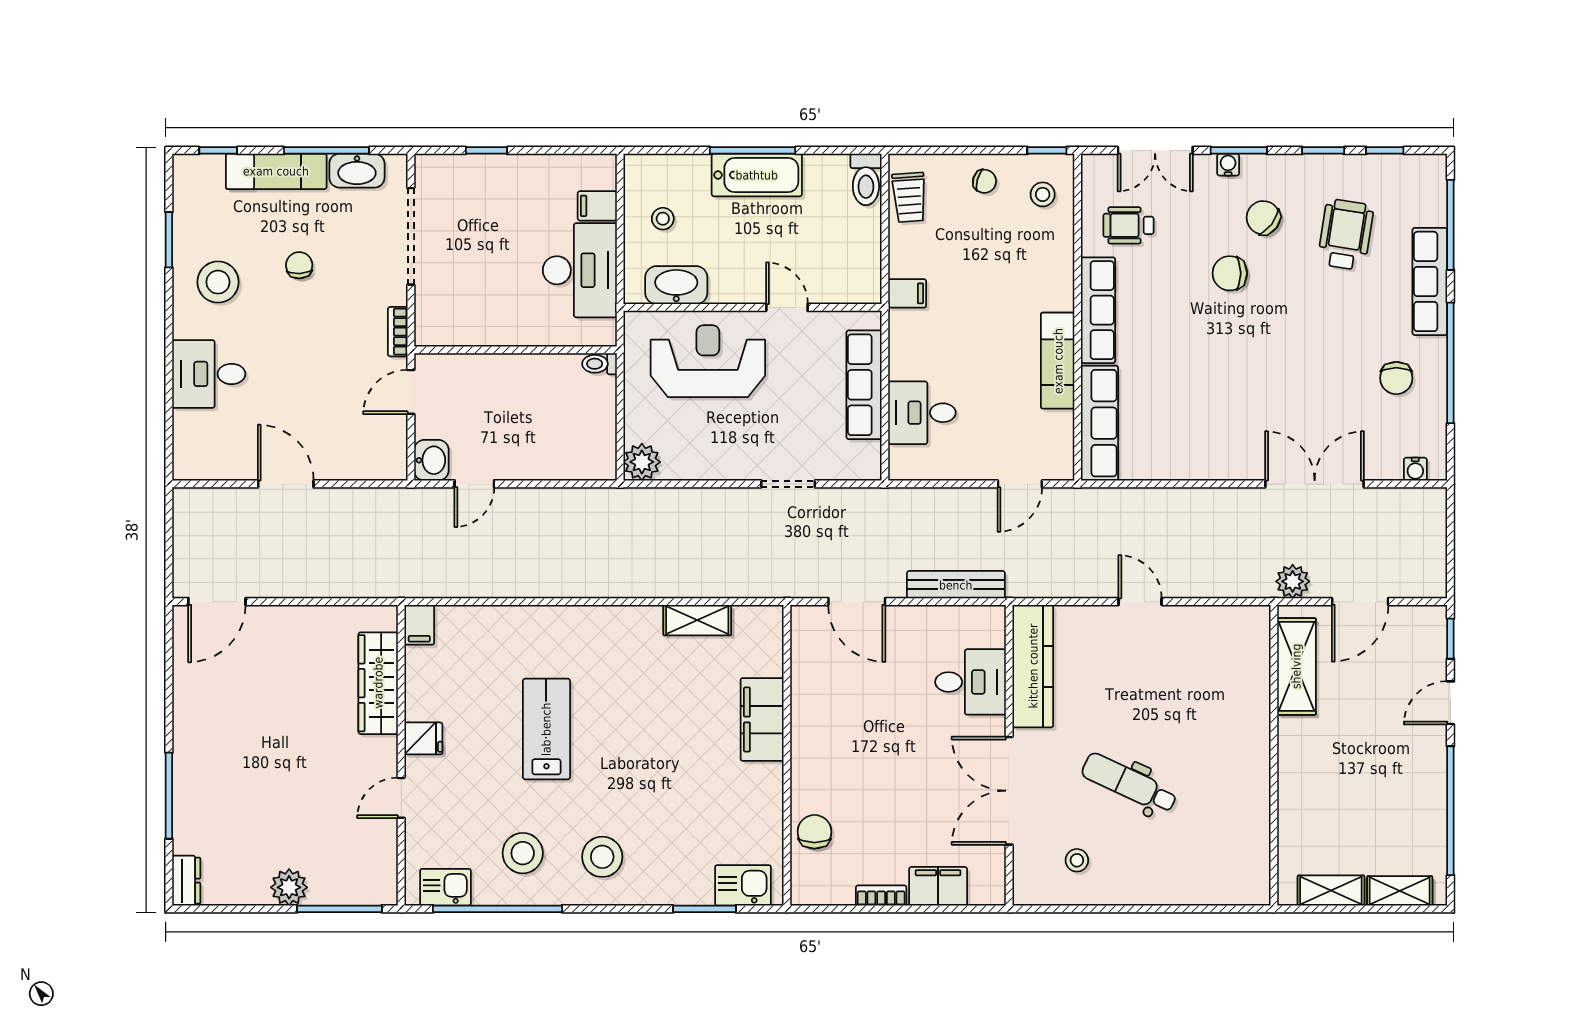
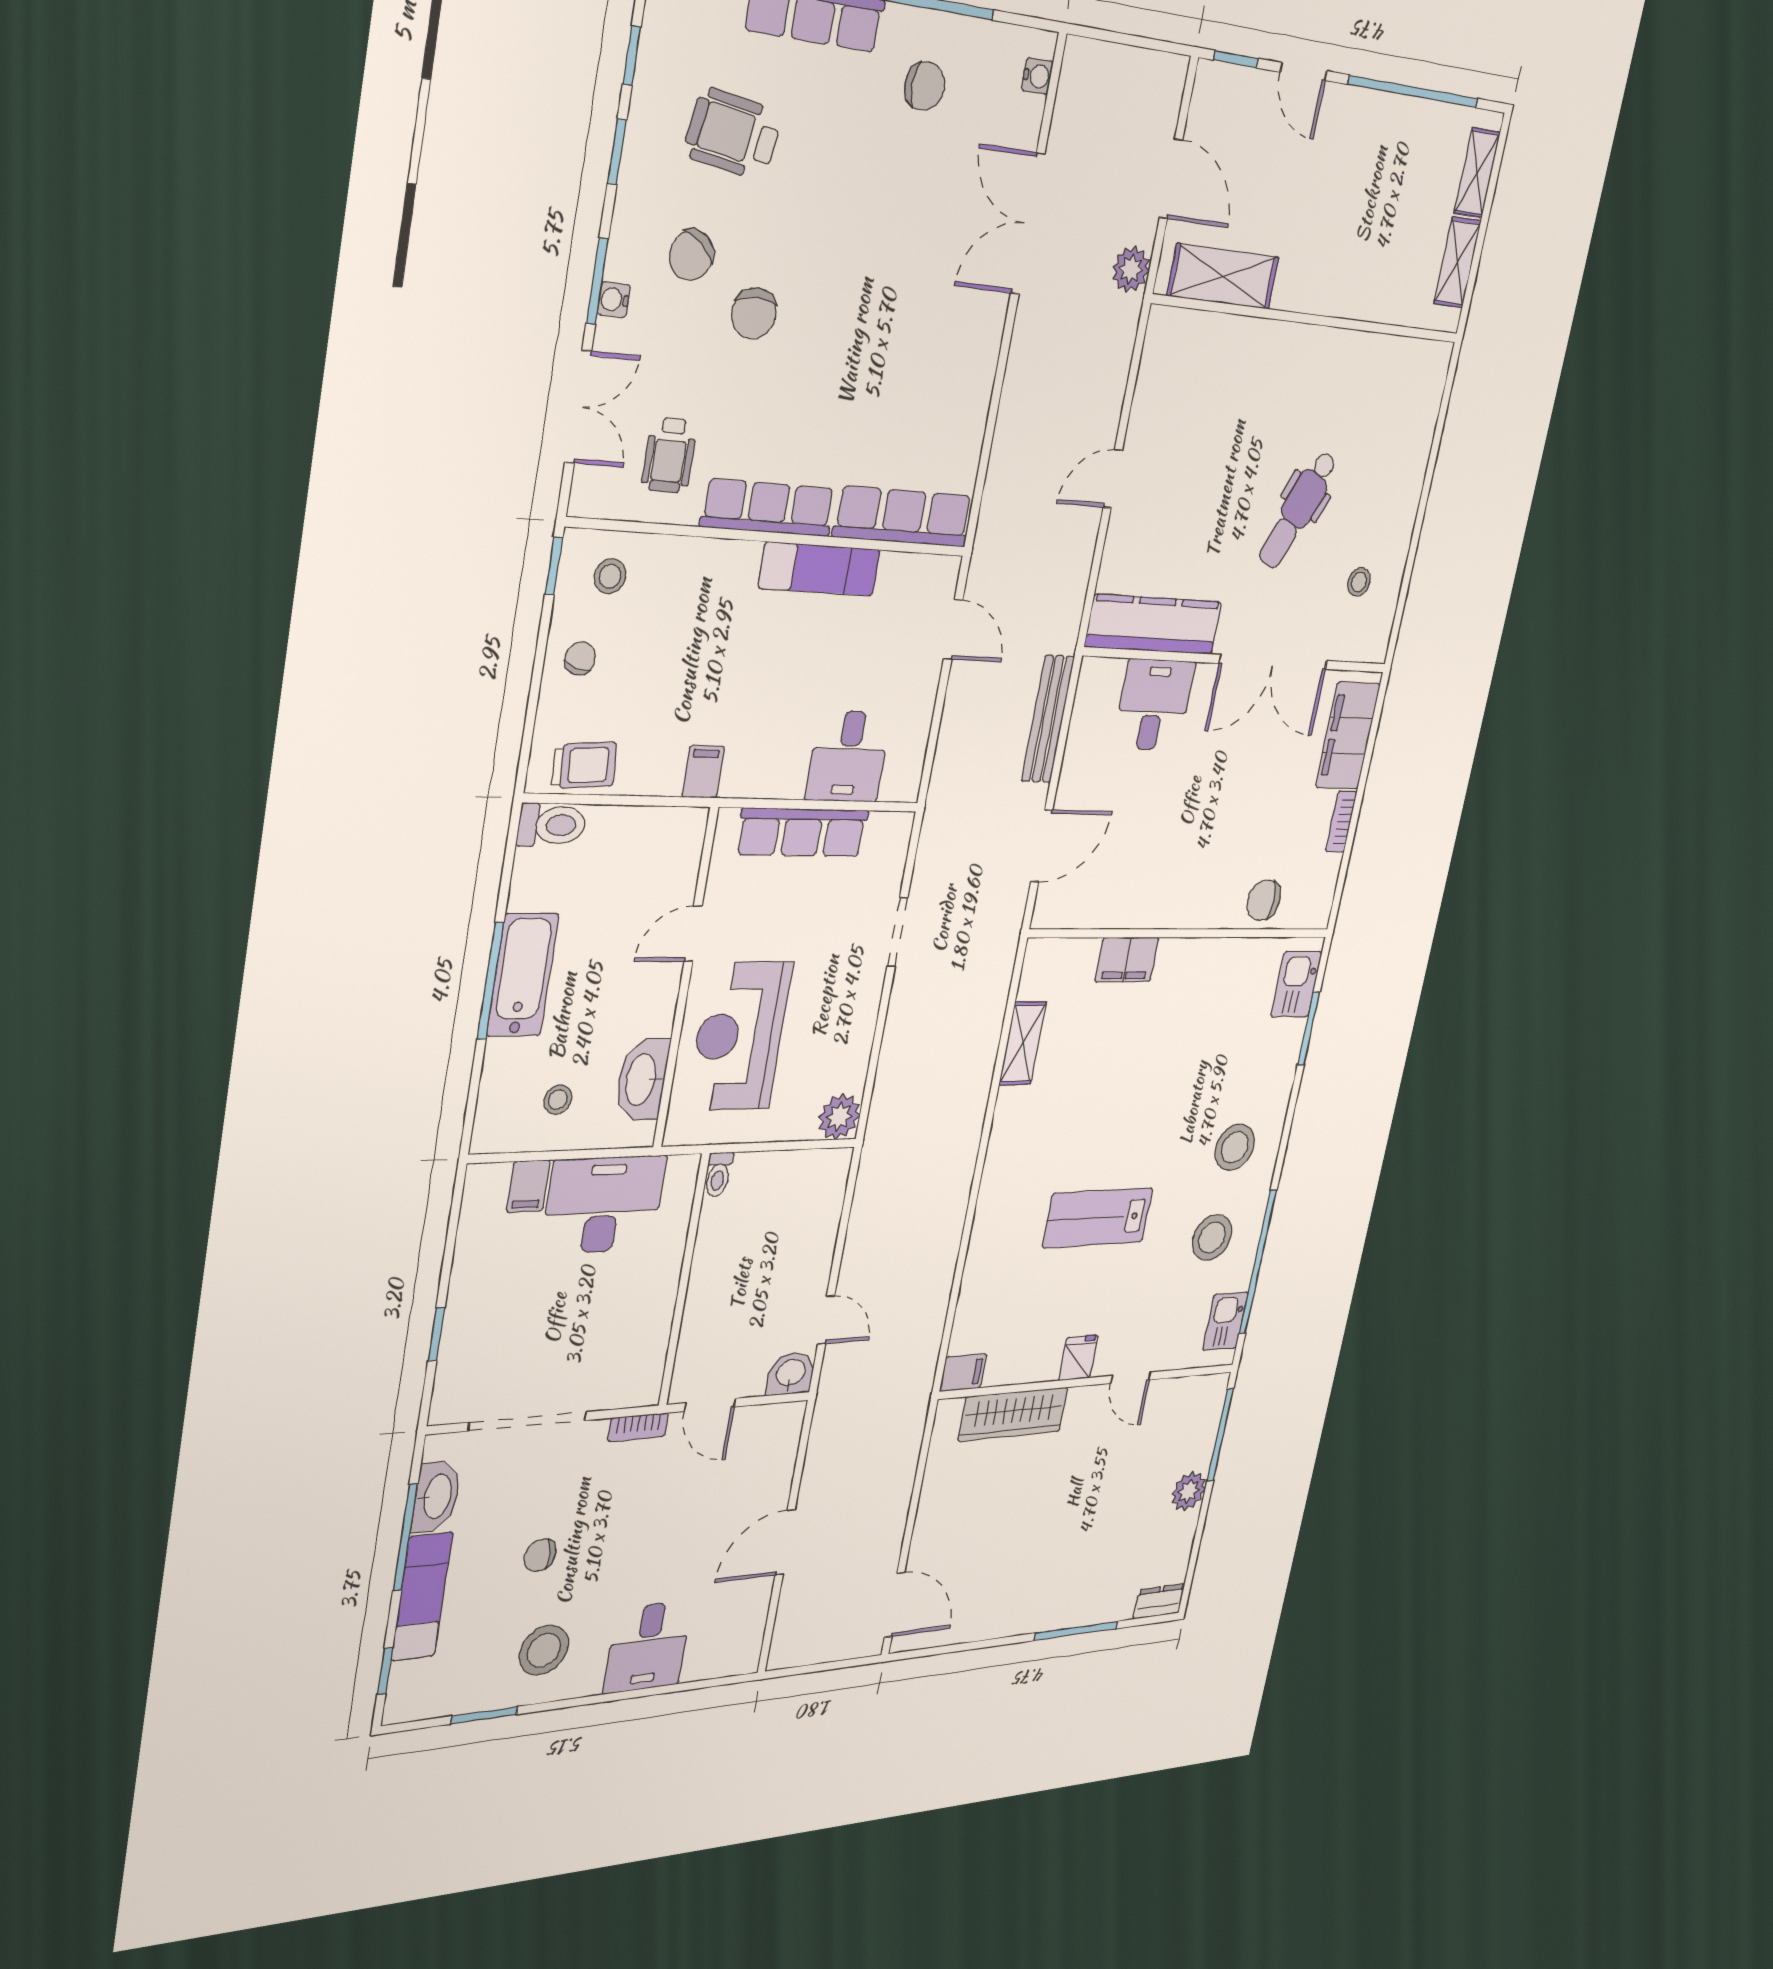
filing cabinet: (762, 719) -> (1127, 960), width x0.67, depth x0.86
filing cabinet: (938, 886) -> (1348, 736), width x1.50, depth x1.17

